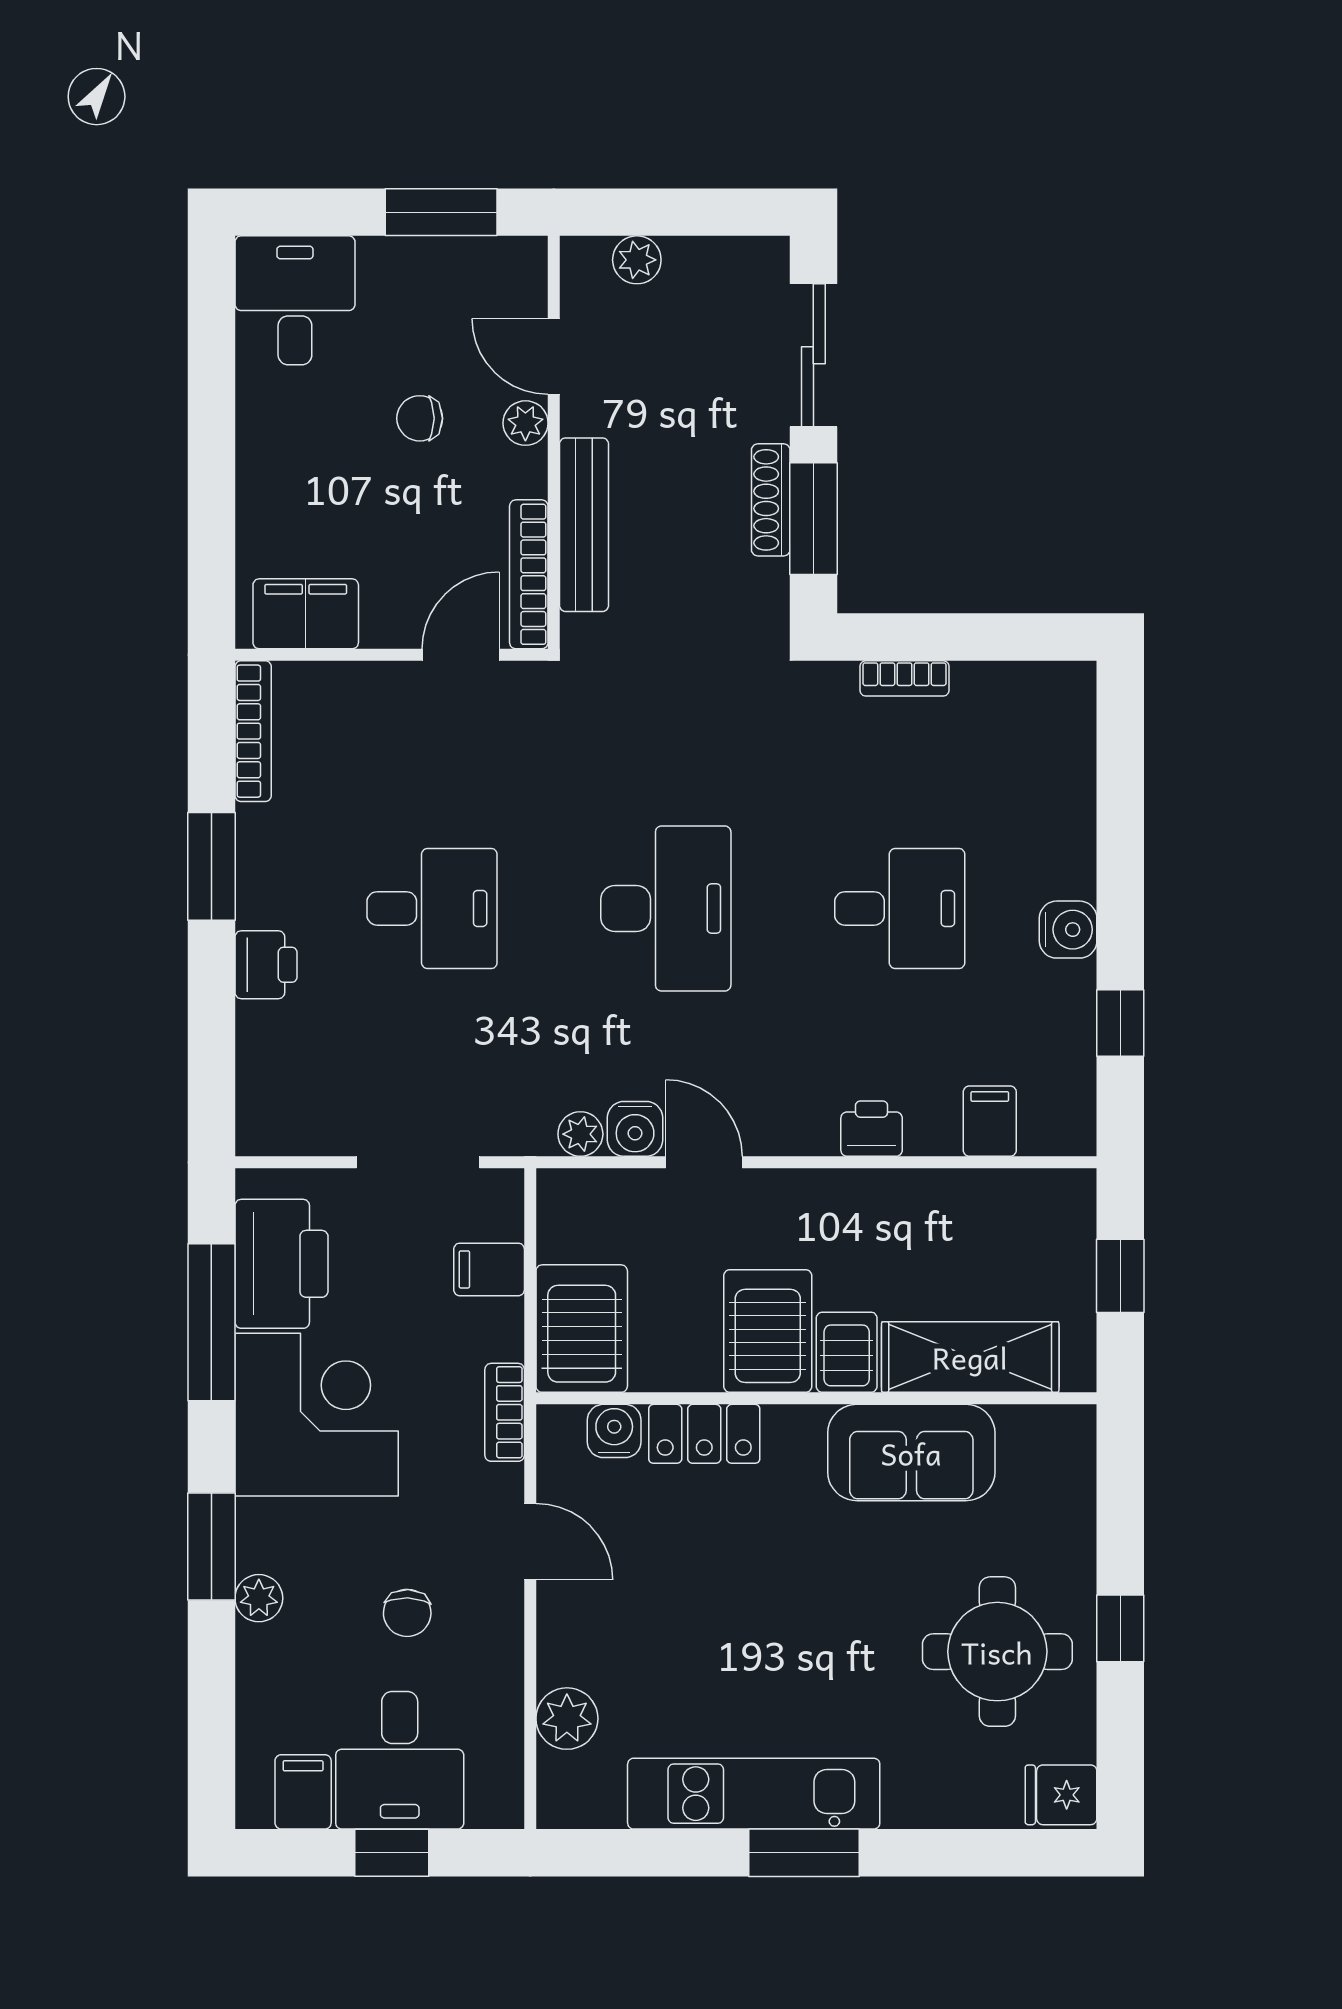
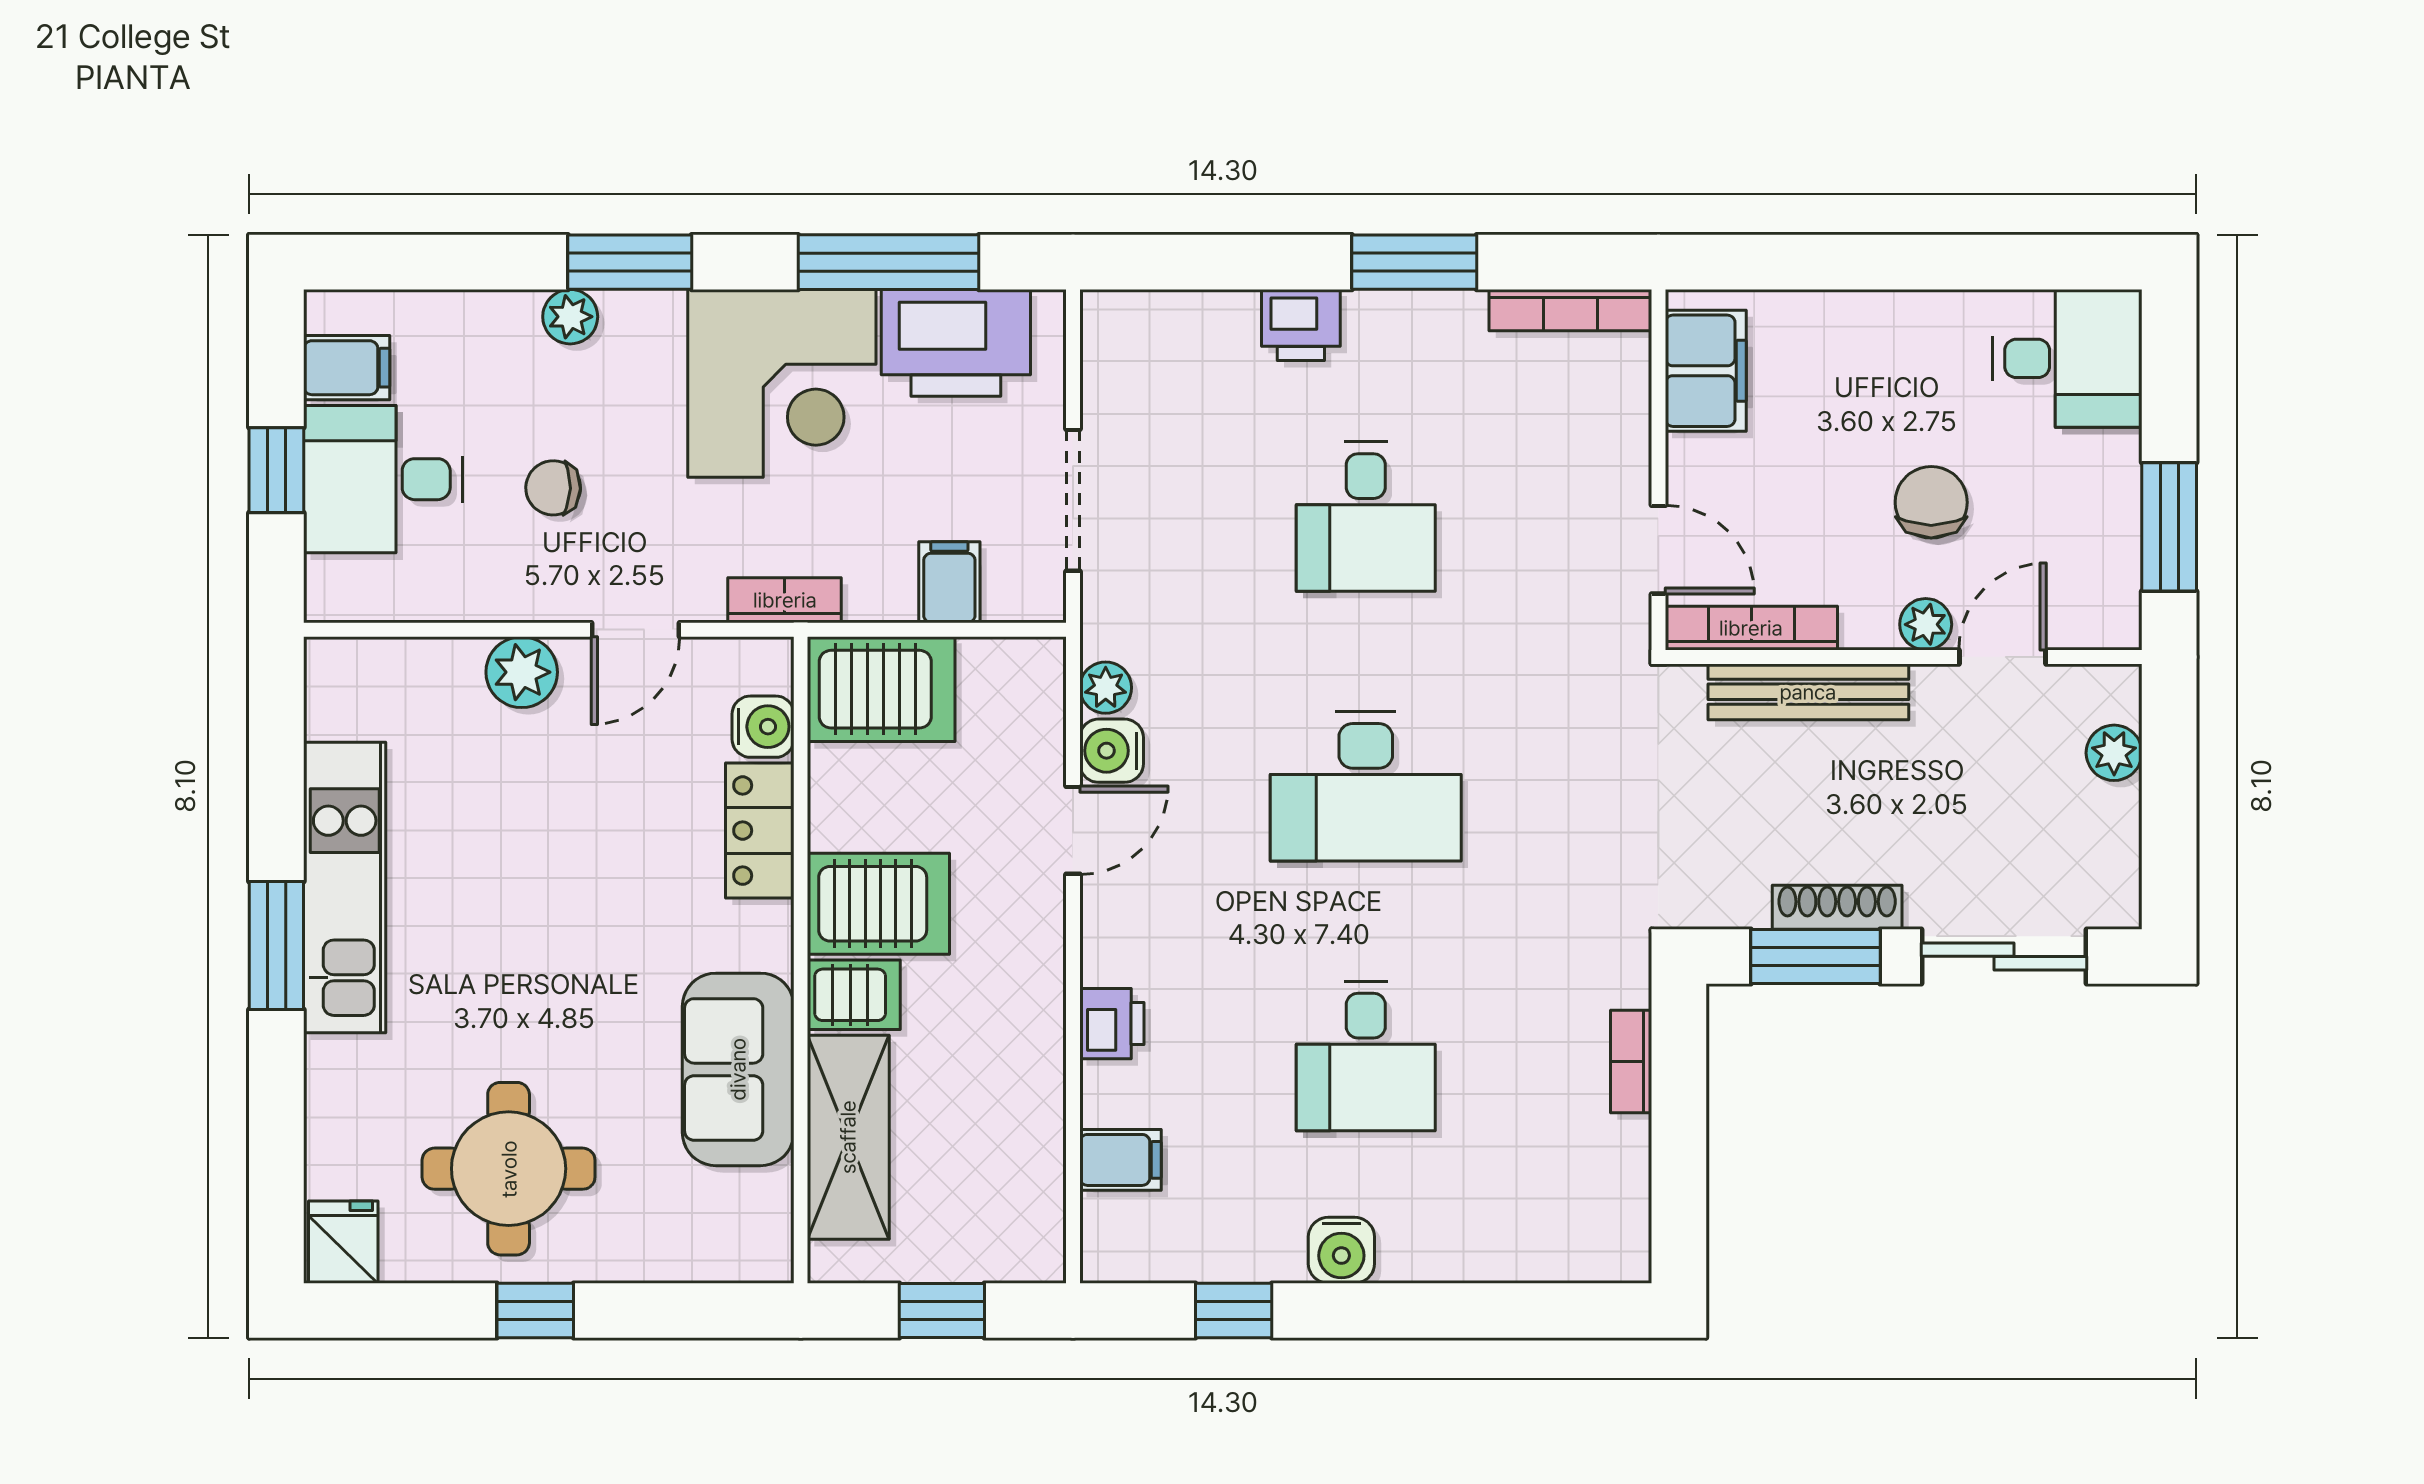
chair: (420, 418) -> (1931, 502), width x1.37, depth x1.37
plant: (567, 1719) -> (522, 672), moved

